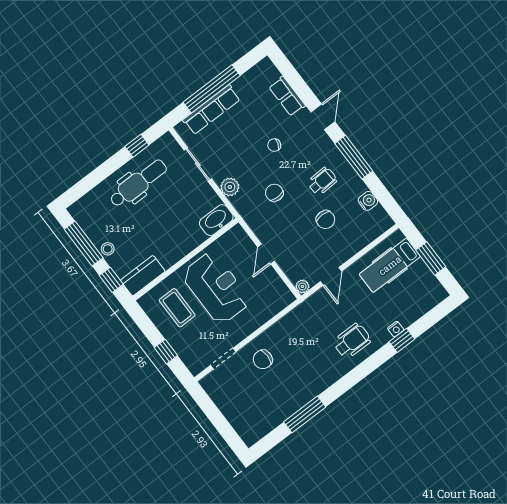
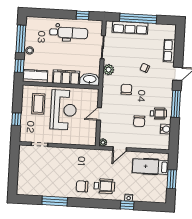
wheelchair: (322, 181) -> (158, 113), moved
filing cabinet: (184, 243) -> (66, 77), added
chair: (263, 359) -> (82, 186), moved

